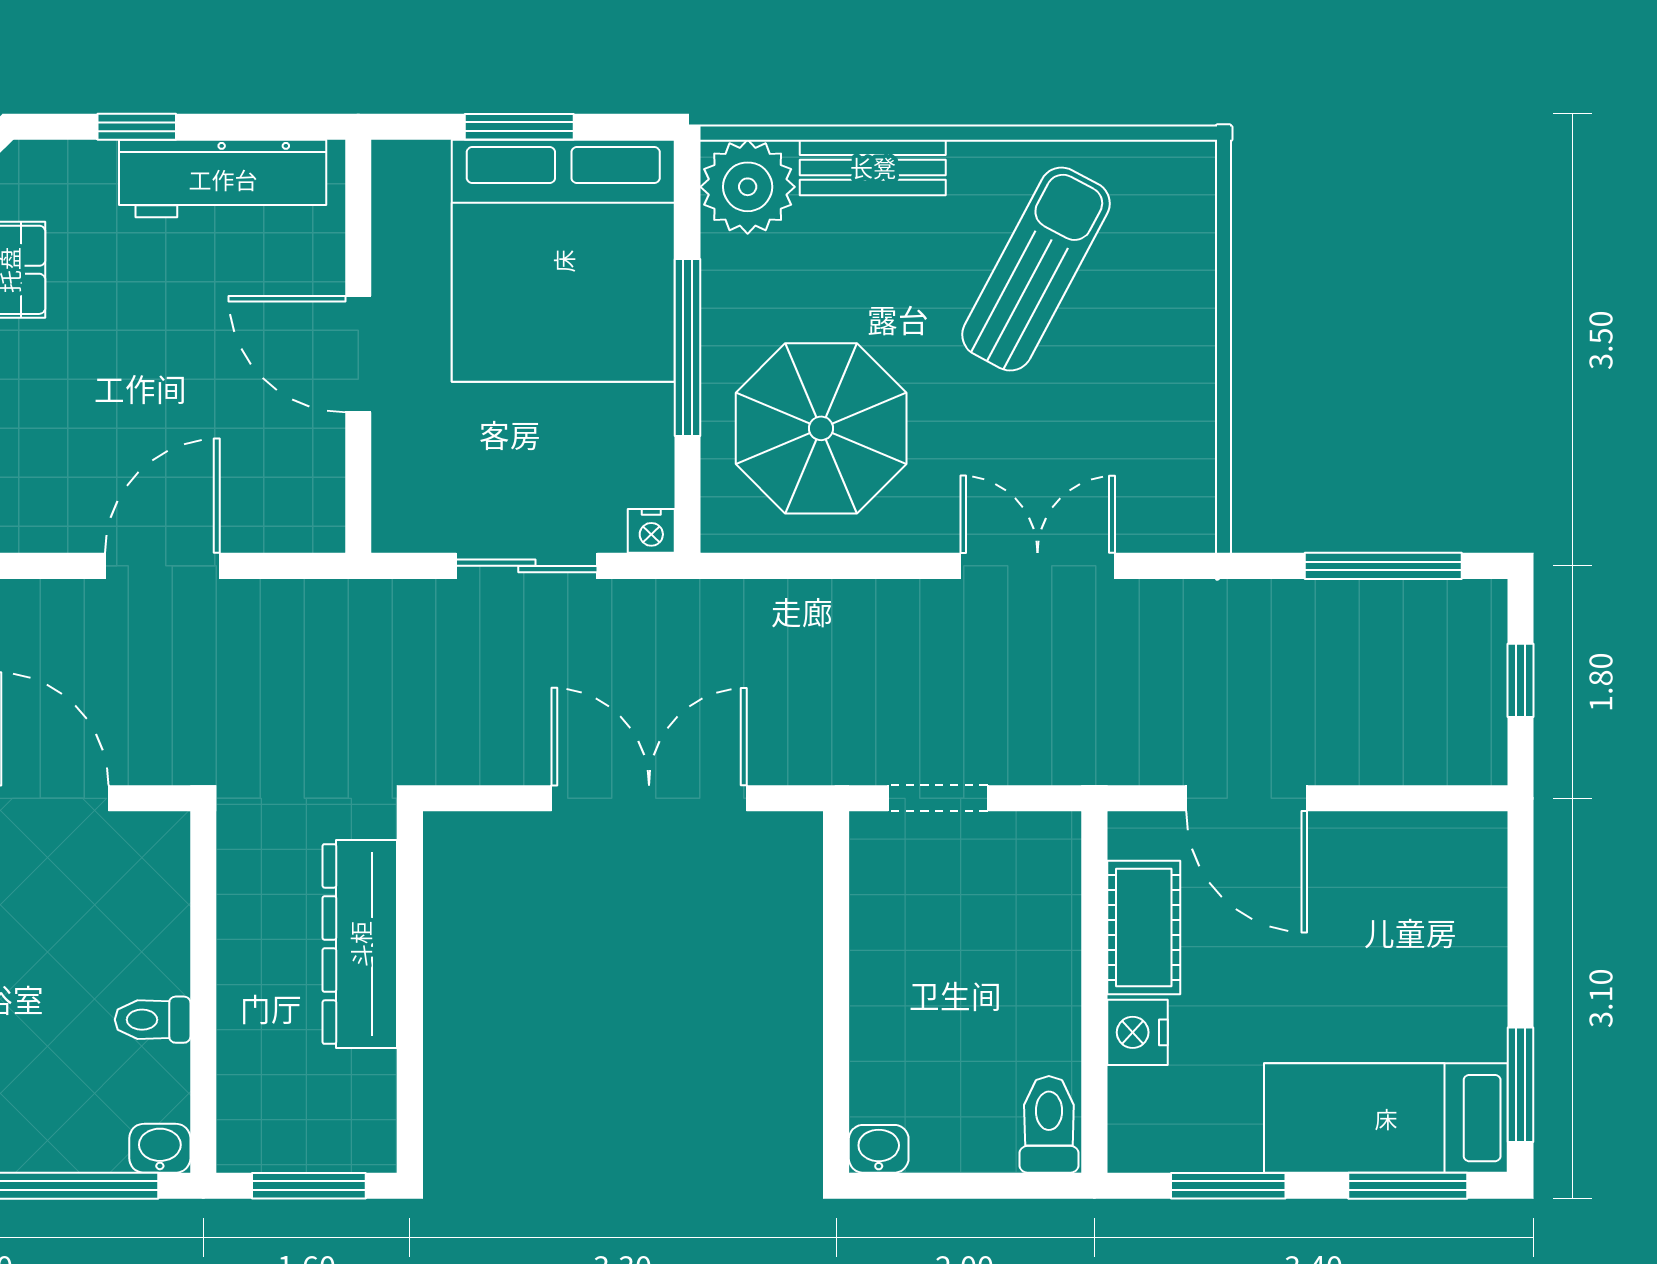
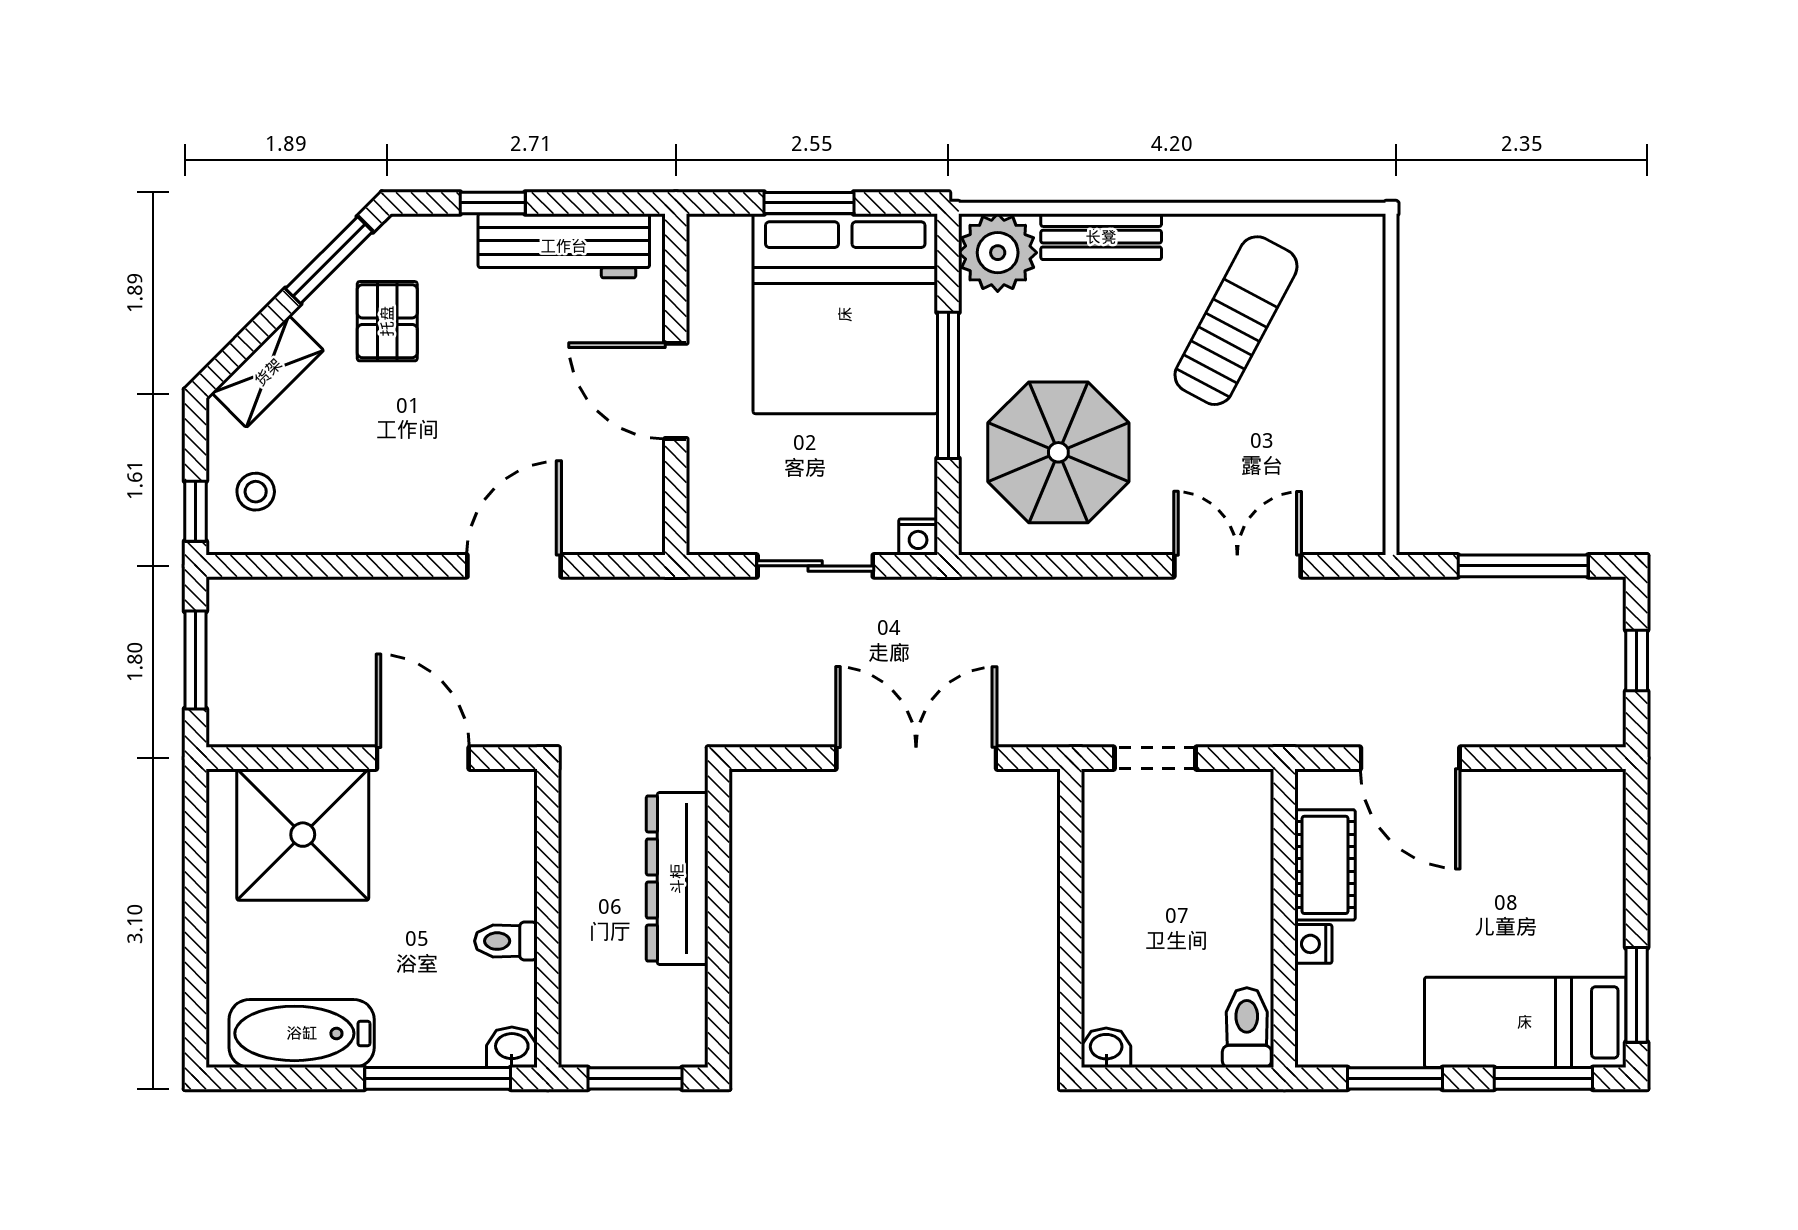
nightstand: (1137, 1032) -> (1313, 944), width x0.72, depth x0.74

